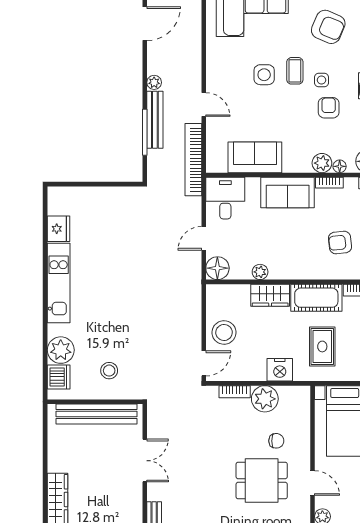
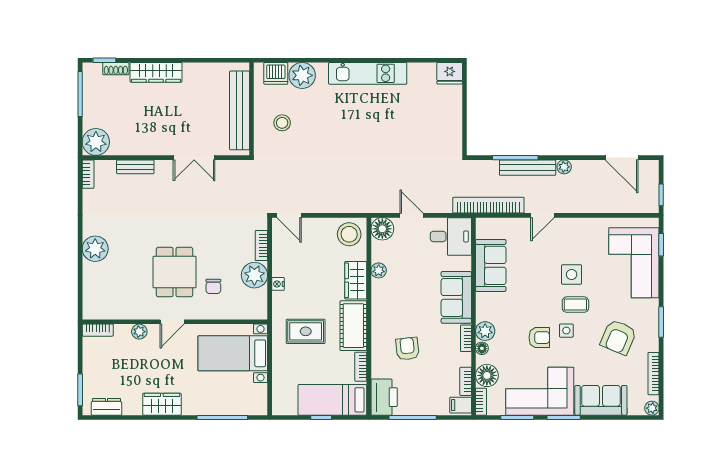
fridge: (58, 229) -> (450, 73), moved
stool: (224, 332) -> (349, 234), moved
nightstand: (280, 370) -> (278, 284), width x0.53, depth x0.56

